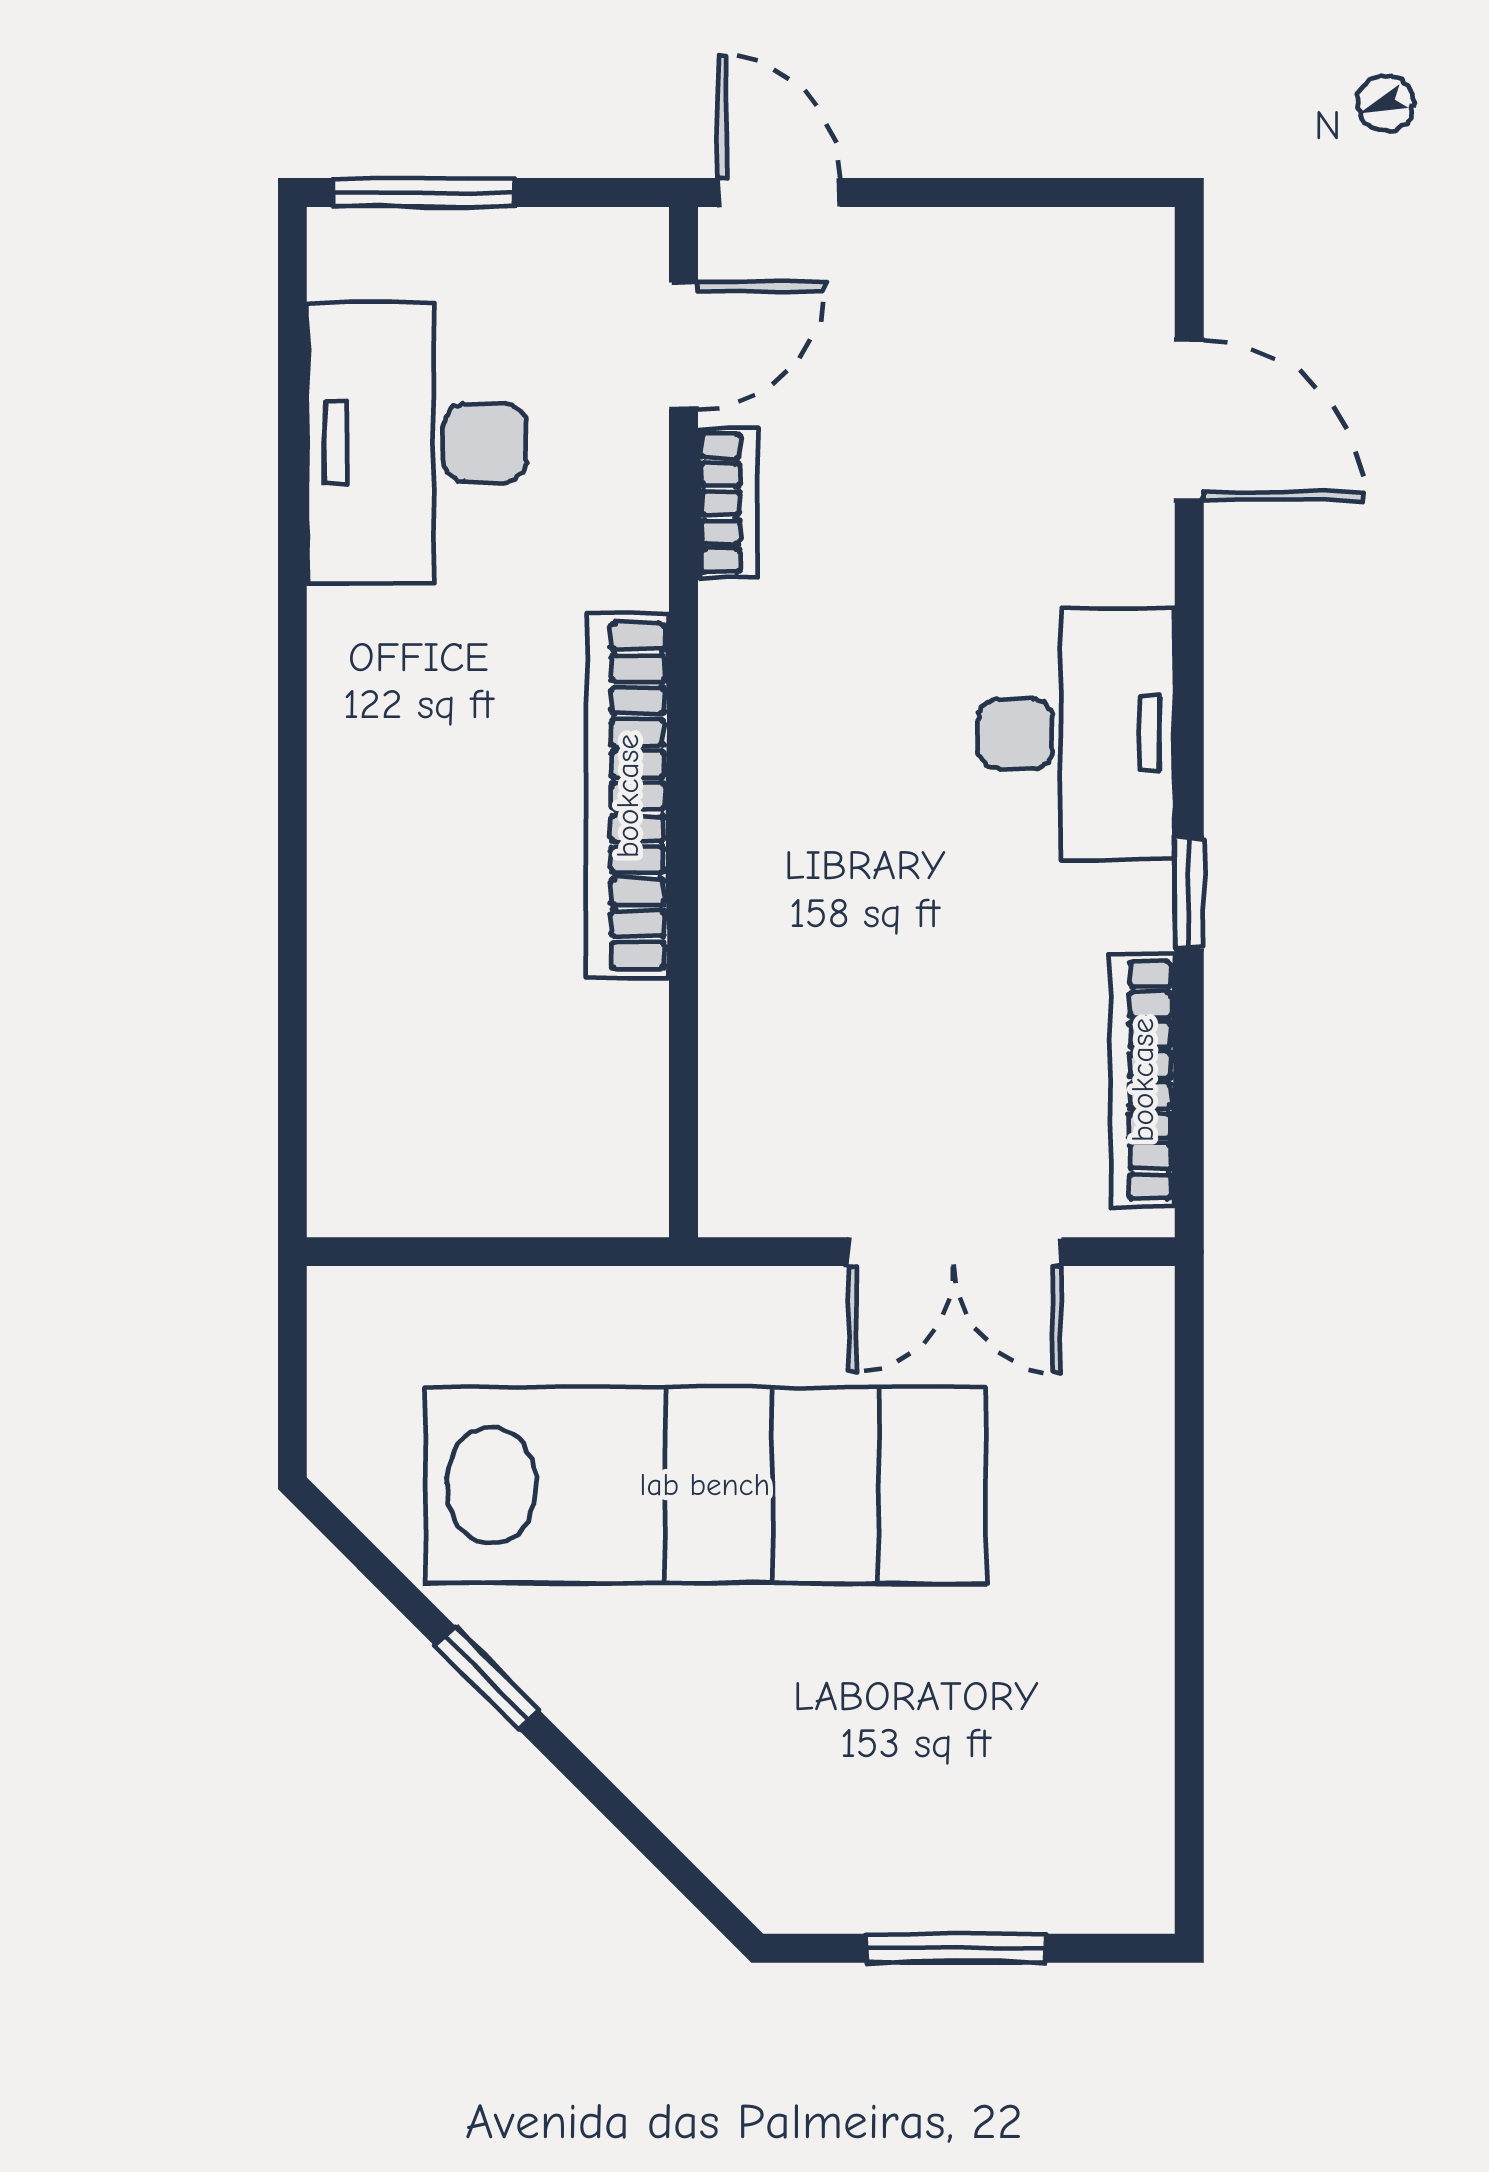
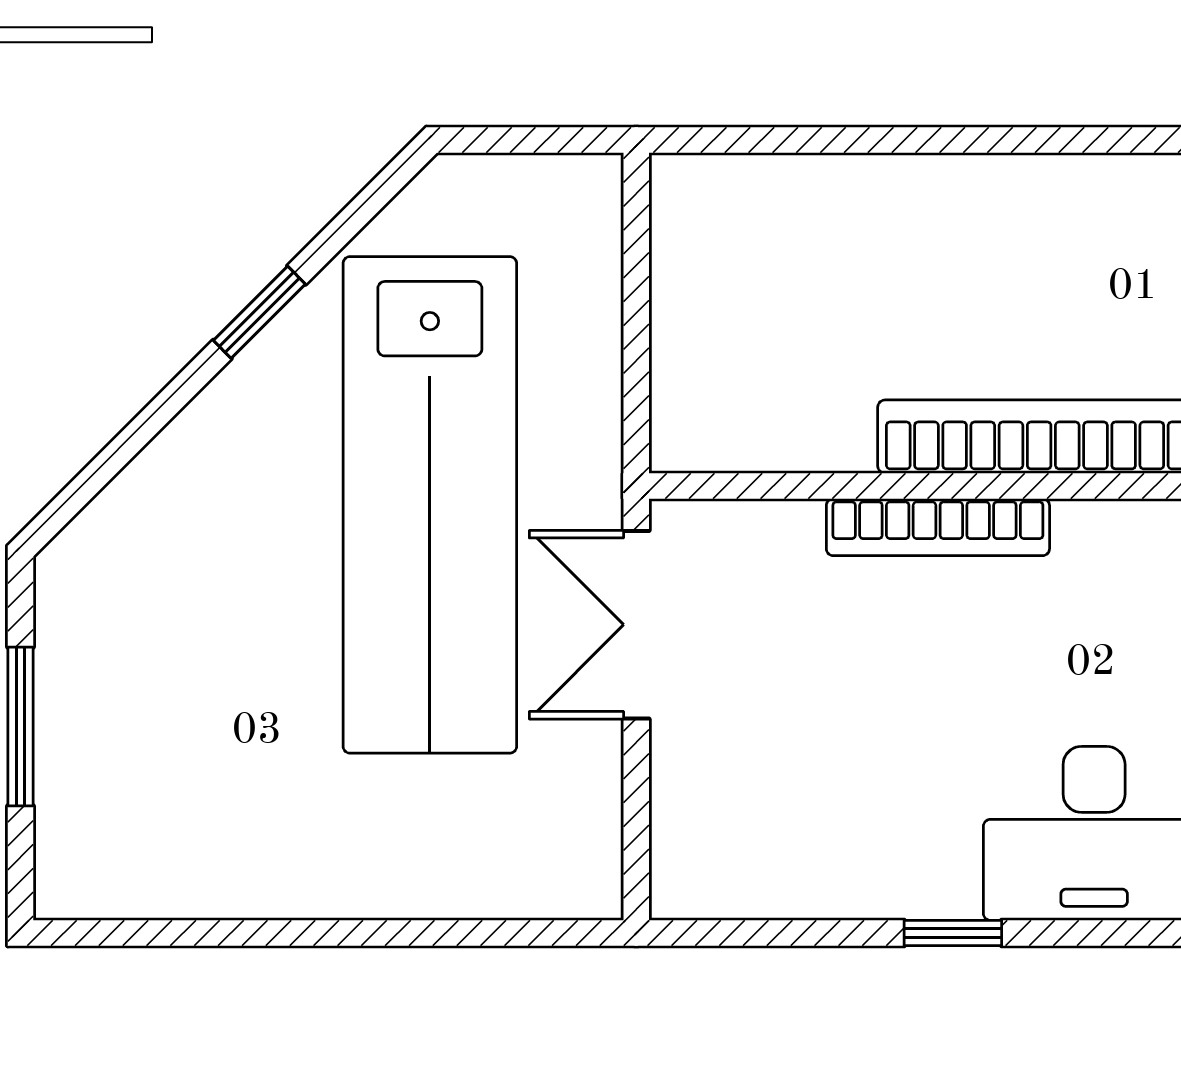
bookcase: (1143, 1080) -> (938, 527), moved, turned 180
double door: (955, 1252) -> (636, 625), moved

